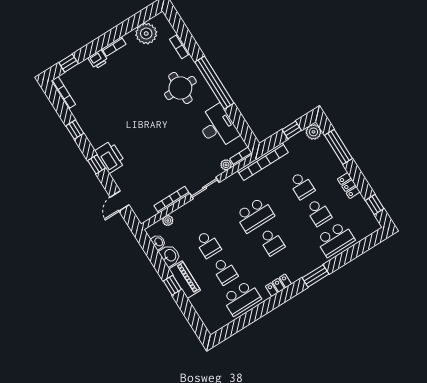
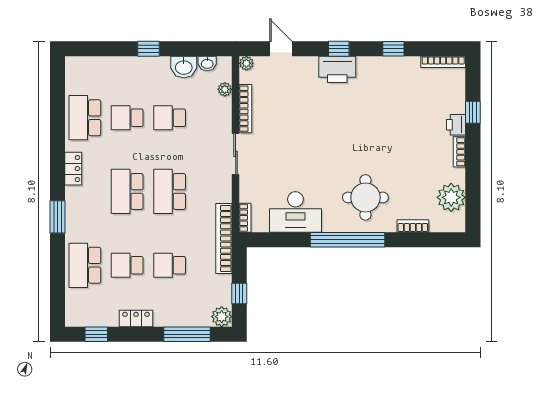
window: (69, 63) -> (473, 112), moved
plant: (226, 165) -> (246, 63), moved
school desk: (272, 242) -> (127, 191), width x1.85
piano: (185, 280) -> (146, 67), removed

